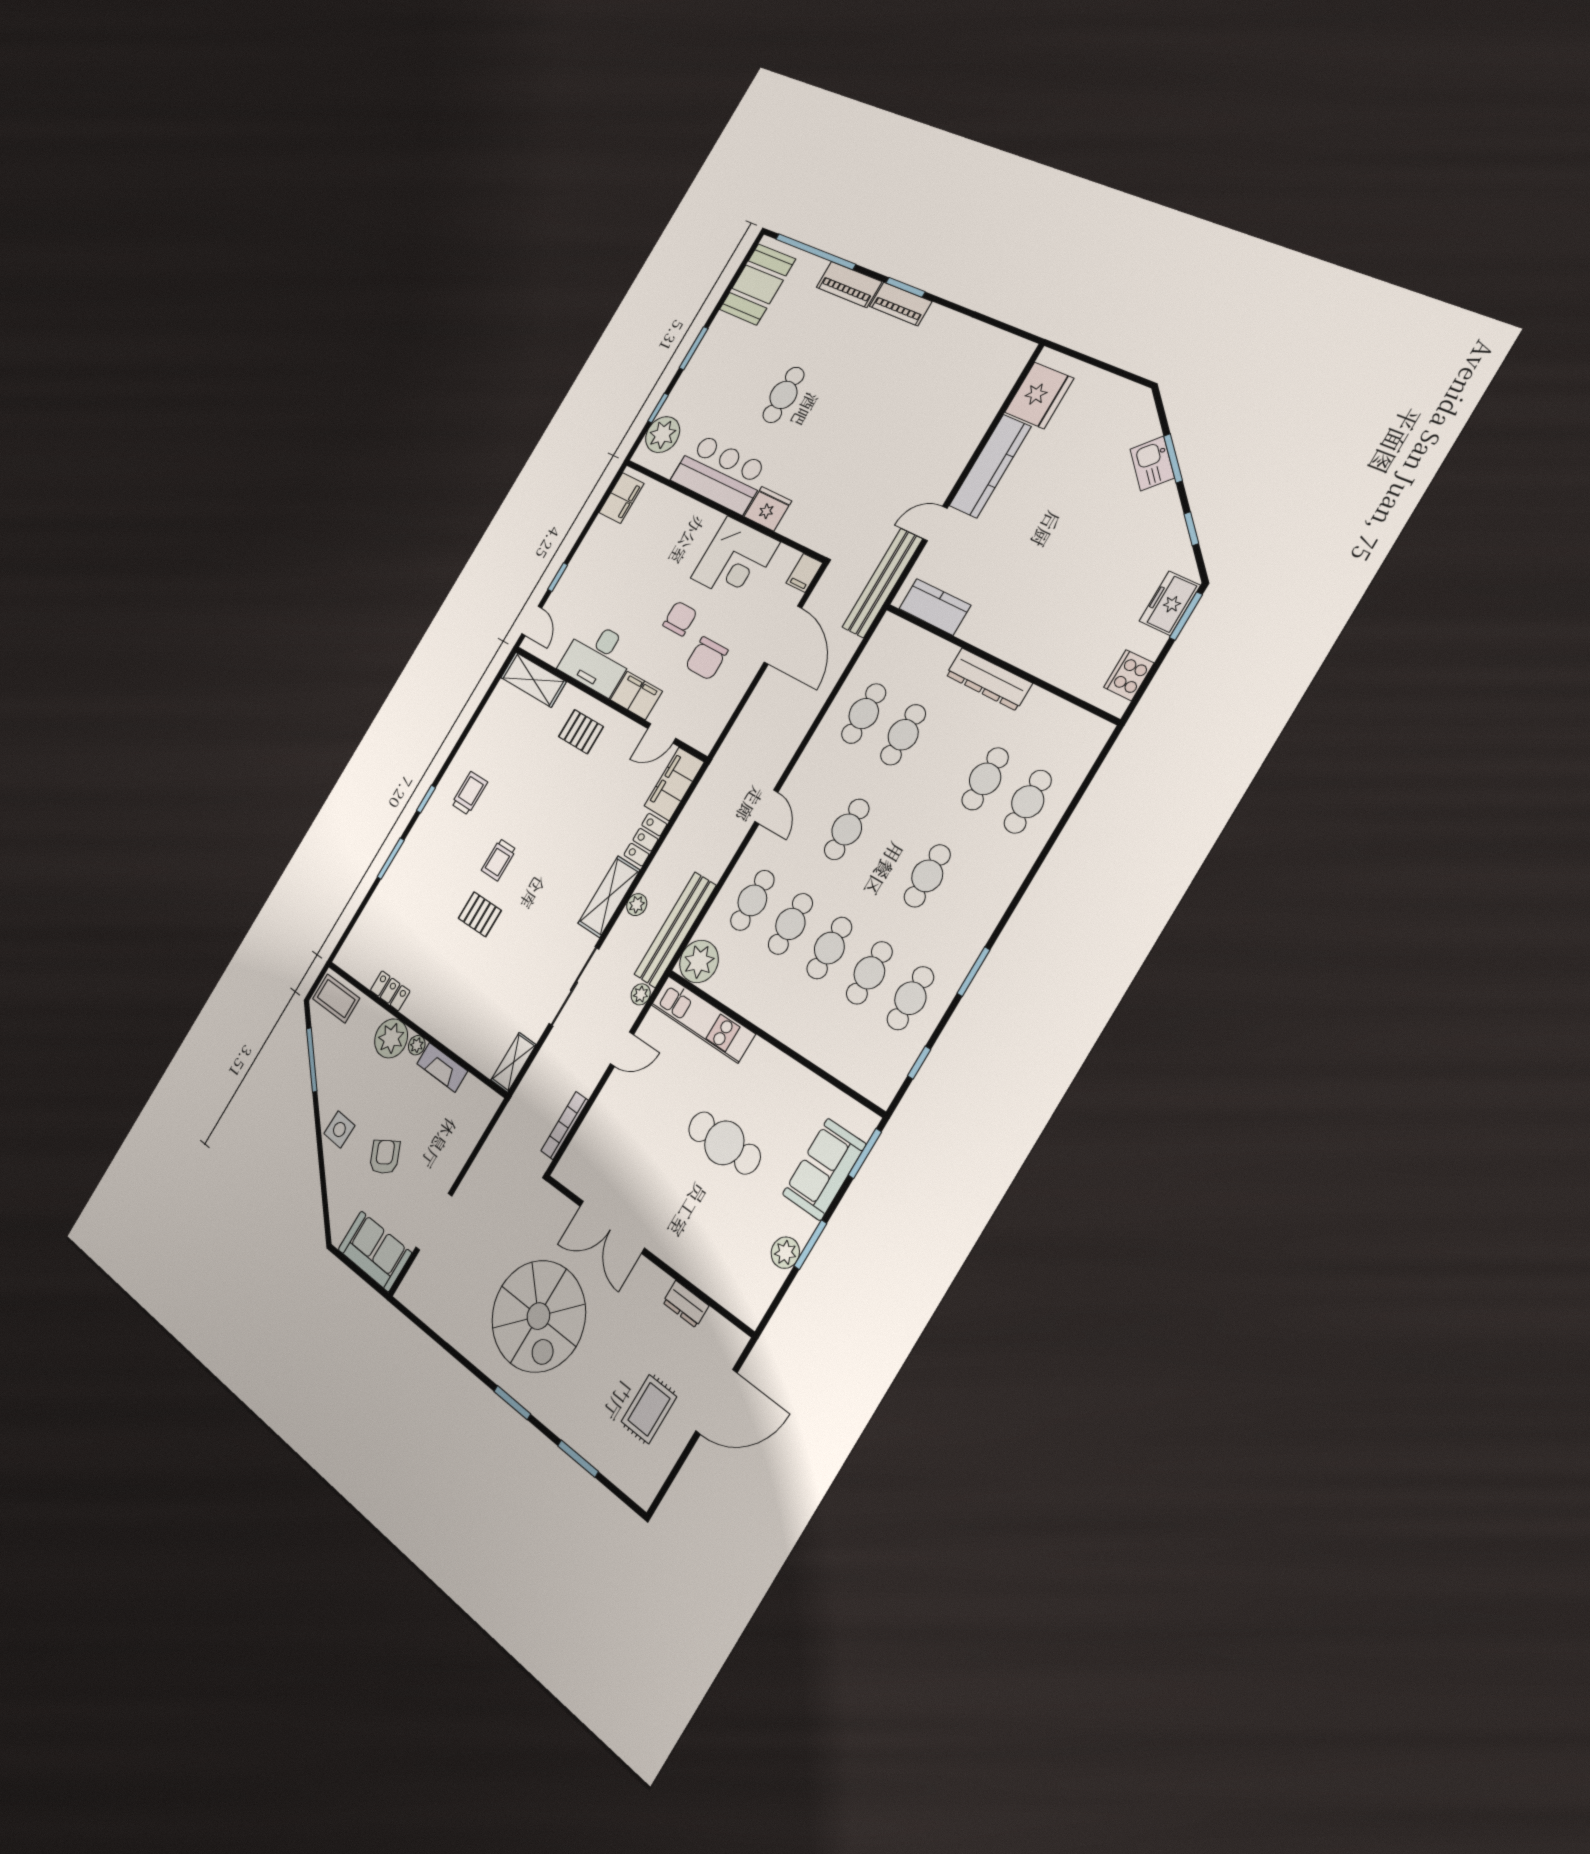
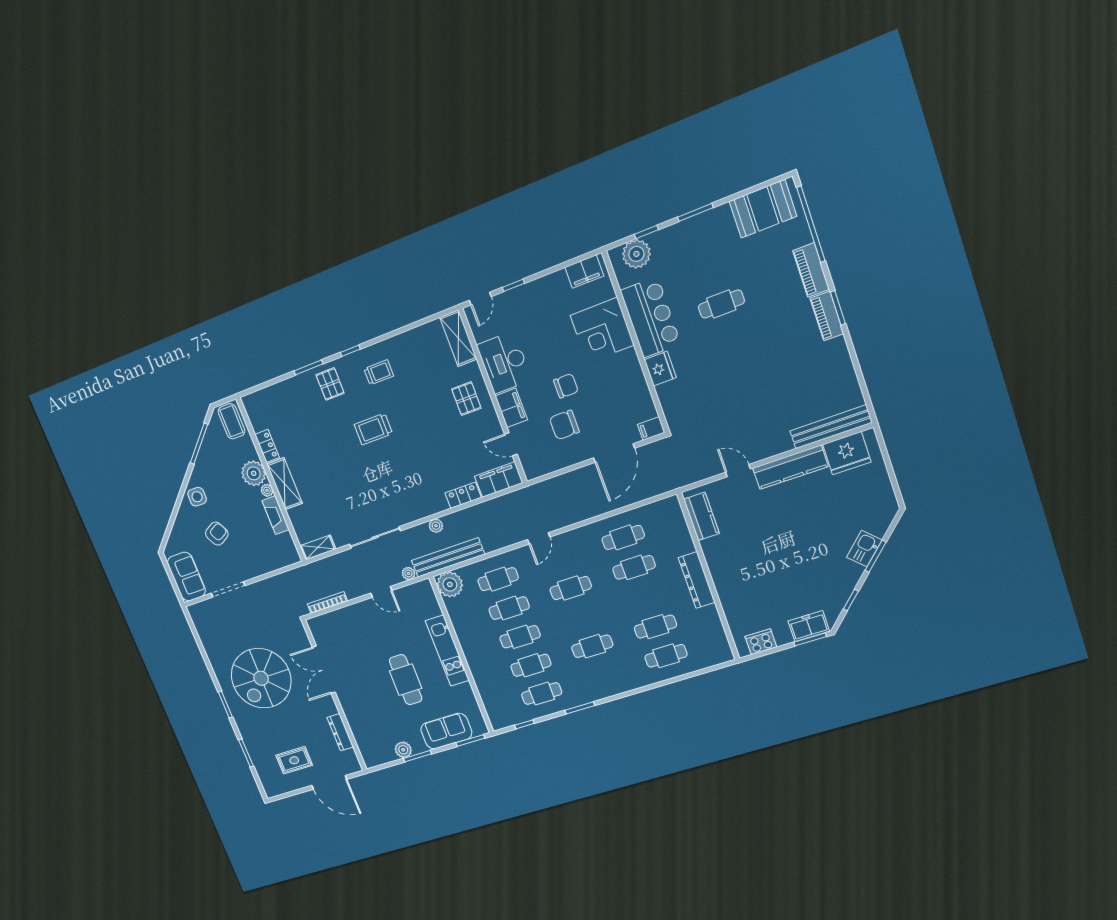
corner desk: (735, 560) -> (602, 330), moved
bench: (882, 583) -> (831, 427), moved
trolley: (499, 860) -> (373, 429), width x1.36, depth x1.39
shelving: (609, 897) -> (285, 484), moved, turned 90
pallet: (480, 914) -> (330, 384), moved
kitchen unit: (703, 1019) -> (447, 651), moved
dresser: (686, 1304) -> (340, 732), width x1.44

